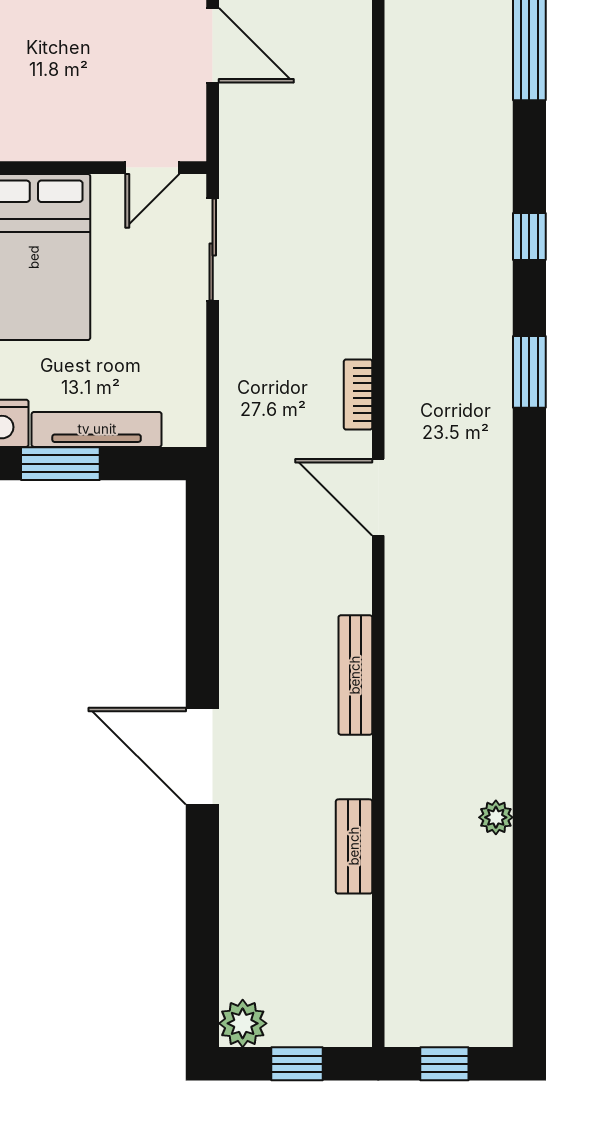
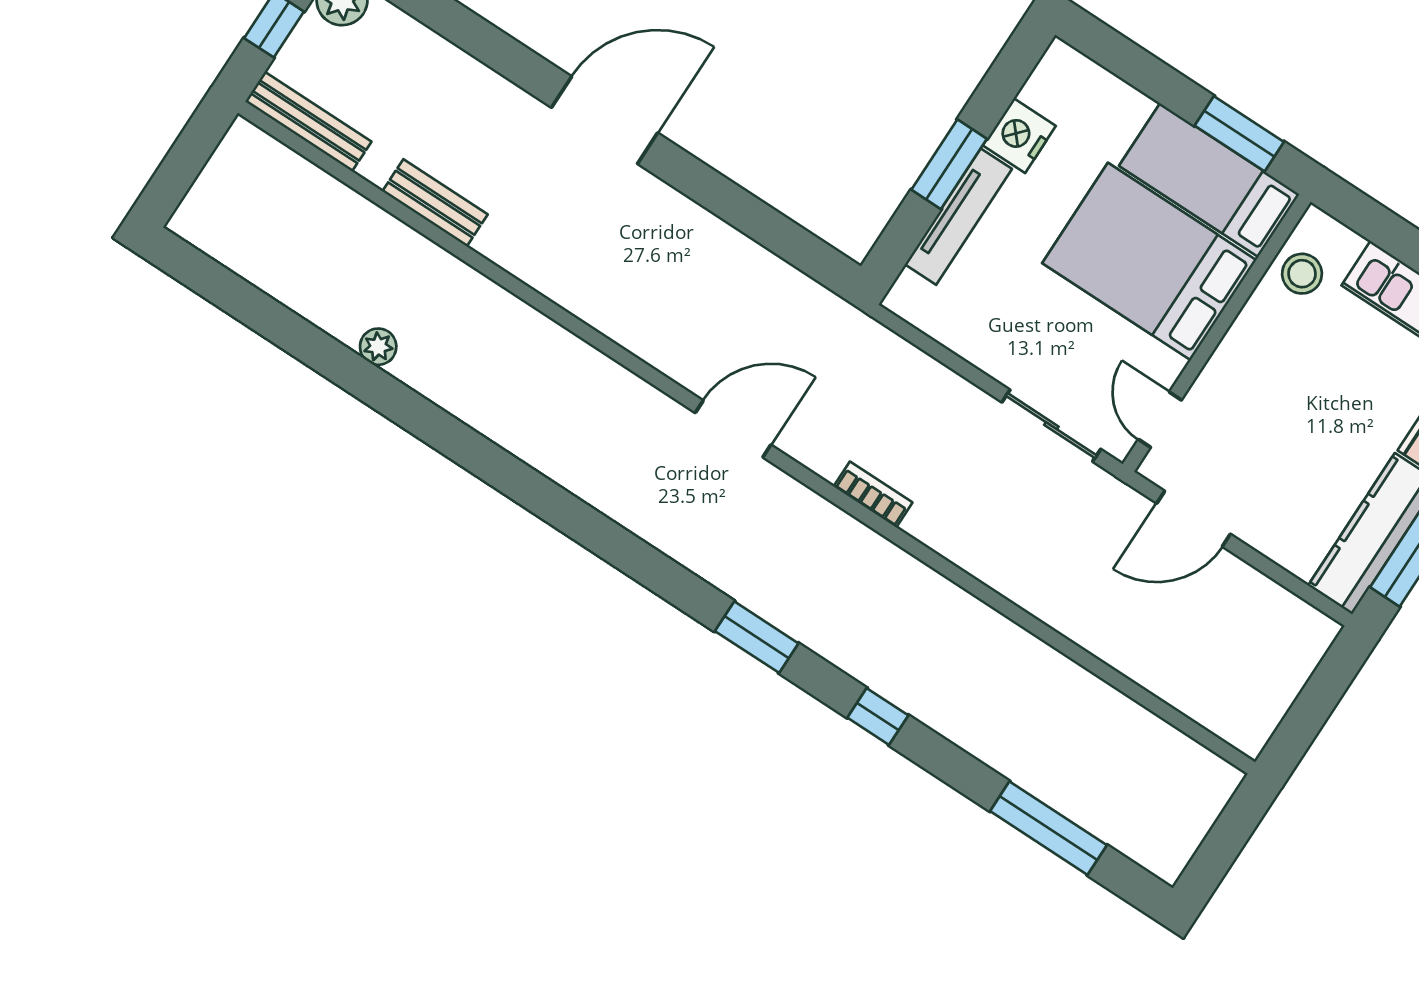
door: (213, 45) -> (1194, 519), moved
bookcase: (358, 394) -> (873, 494), moved
bench: (355, 675) -> (308, 122), moved
window: (444, 1064) -> (188, 157), removed

